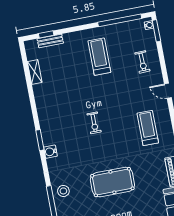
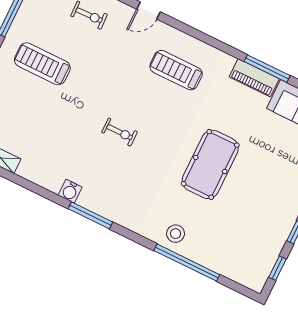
window: (40, 140) -> (90, 215), width x1.44
water cooler: (50, 152) -> (70, 191), moved

